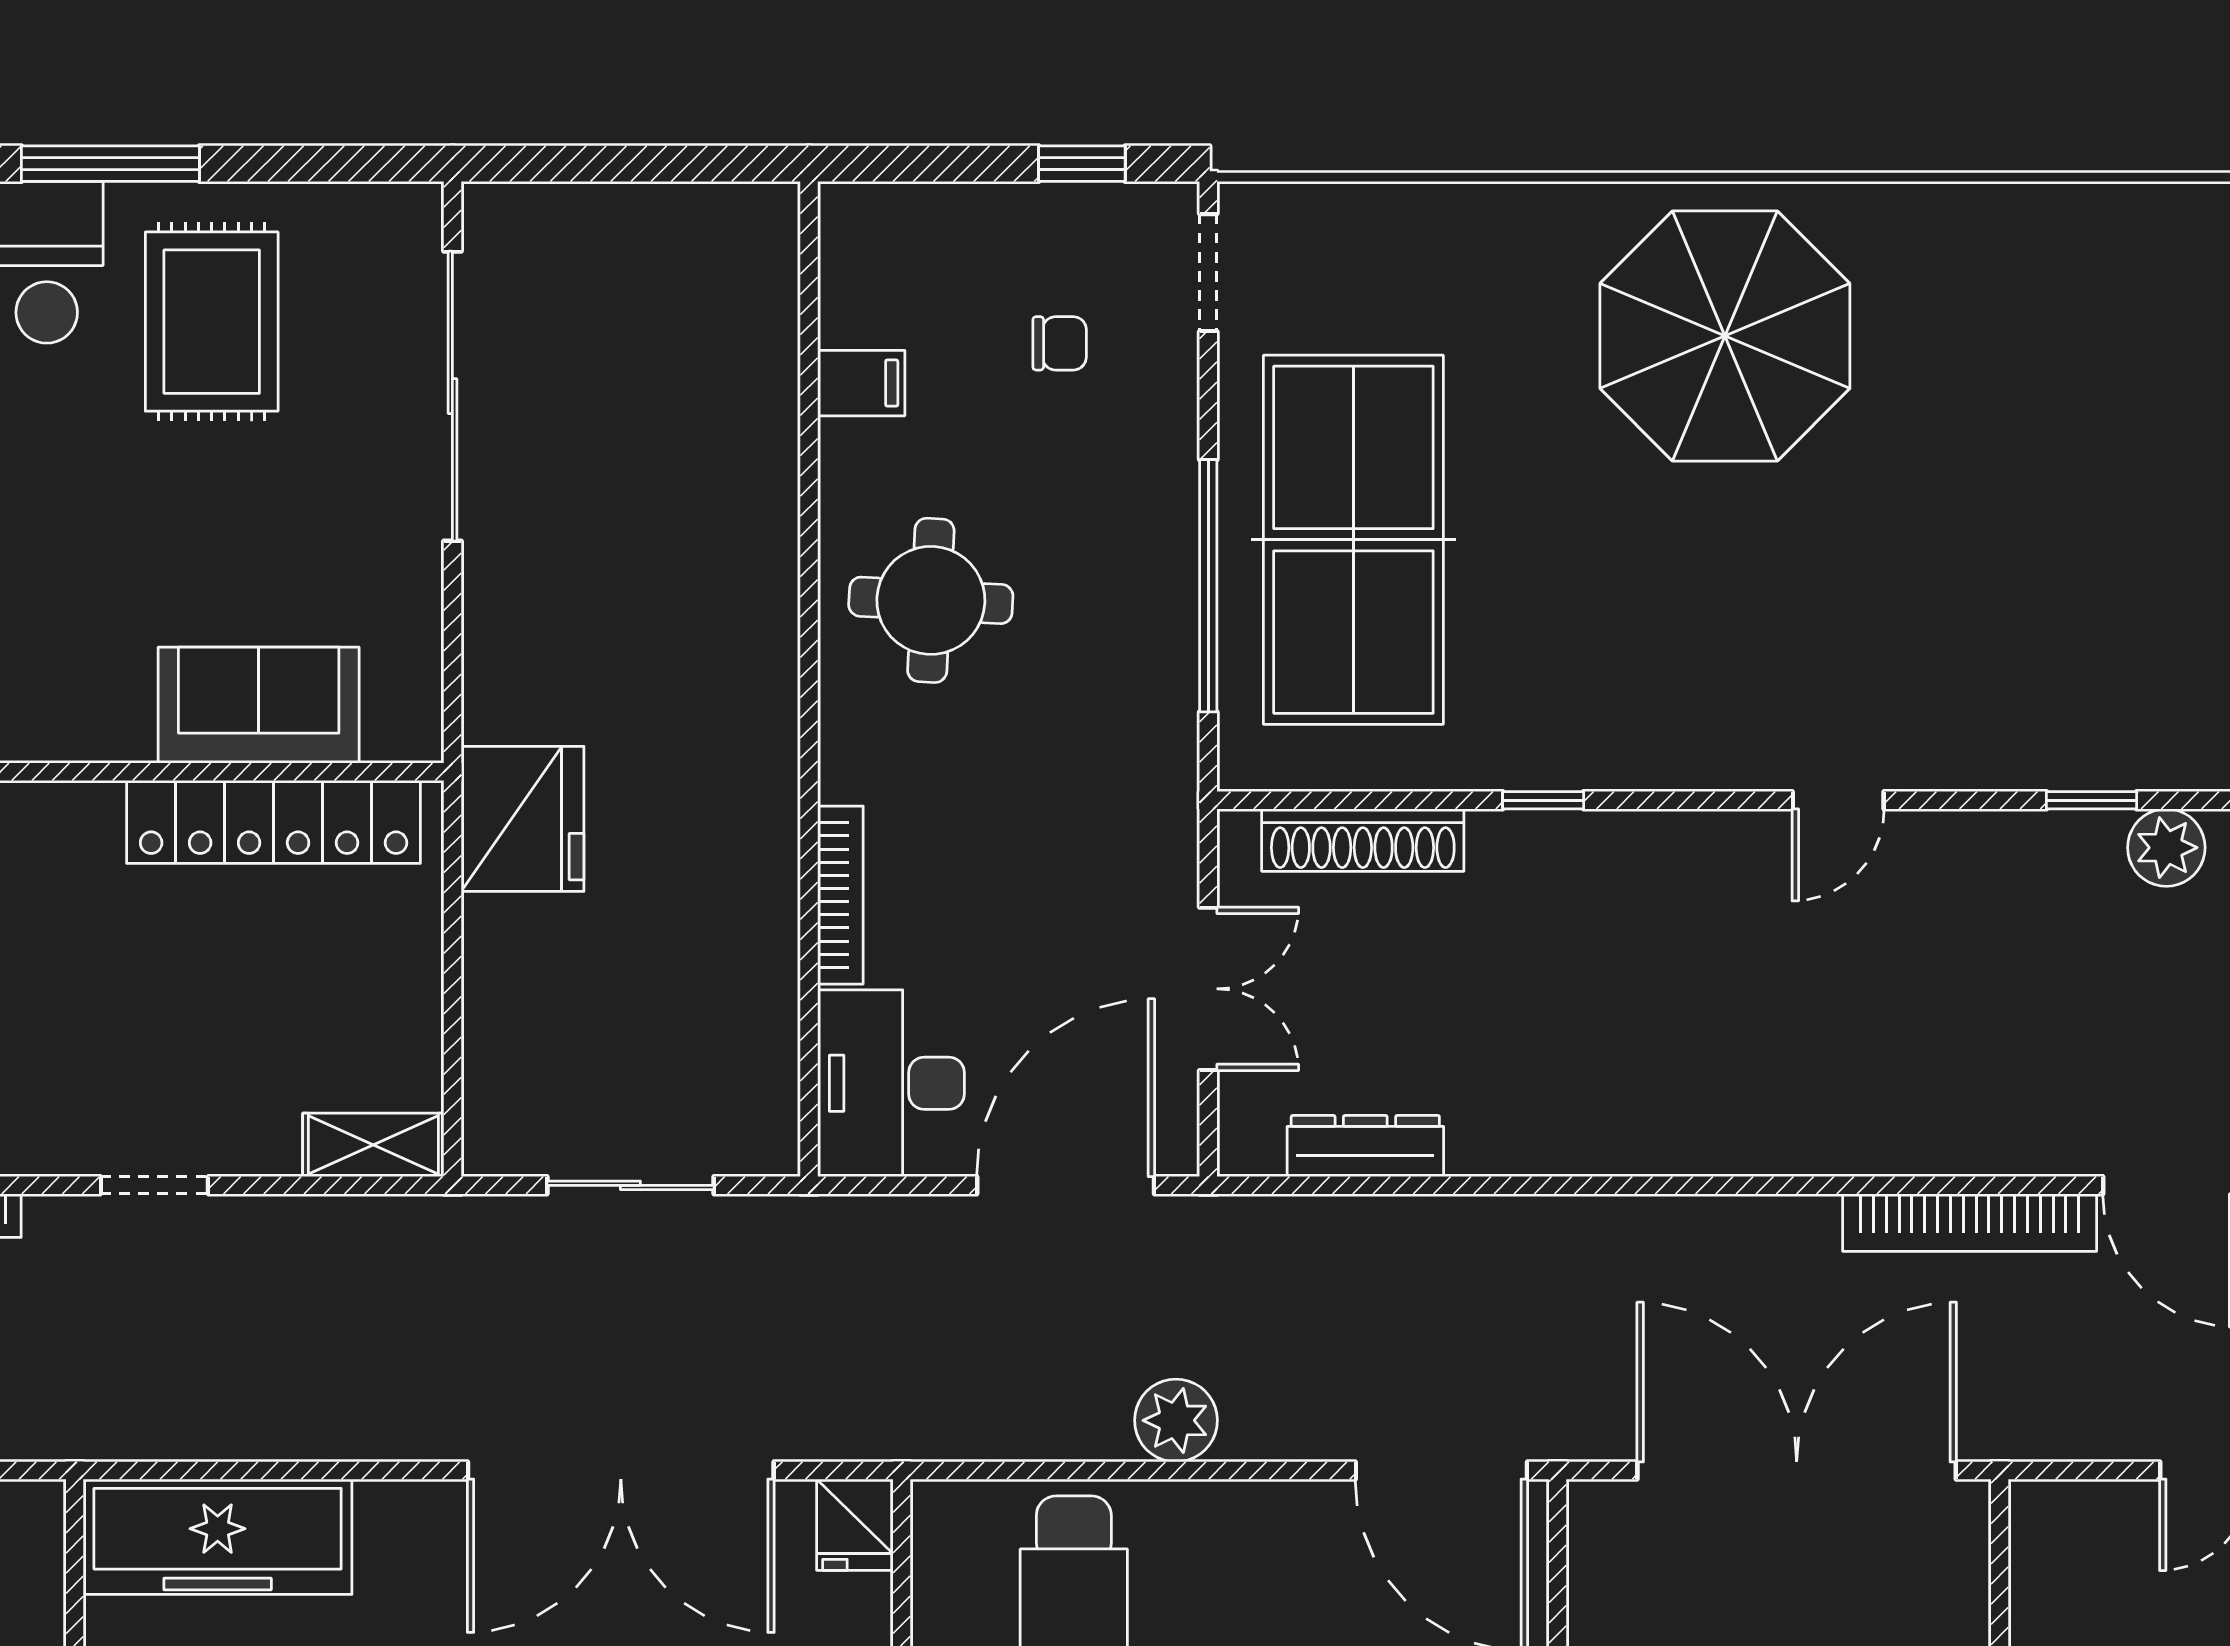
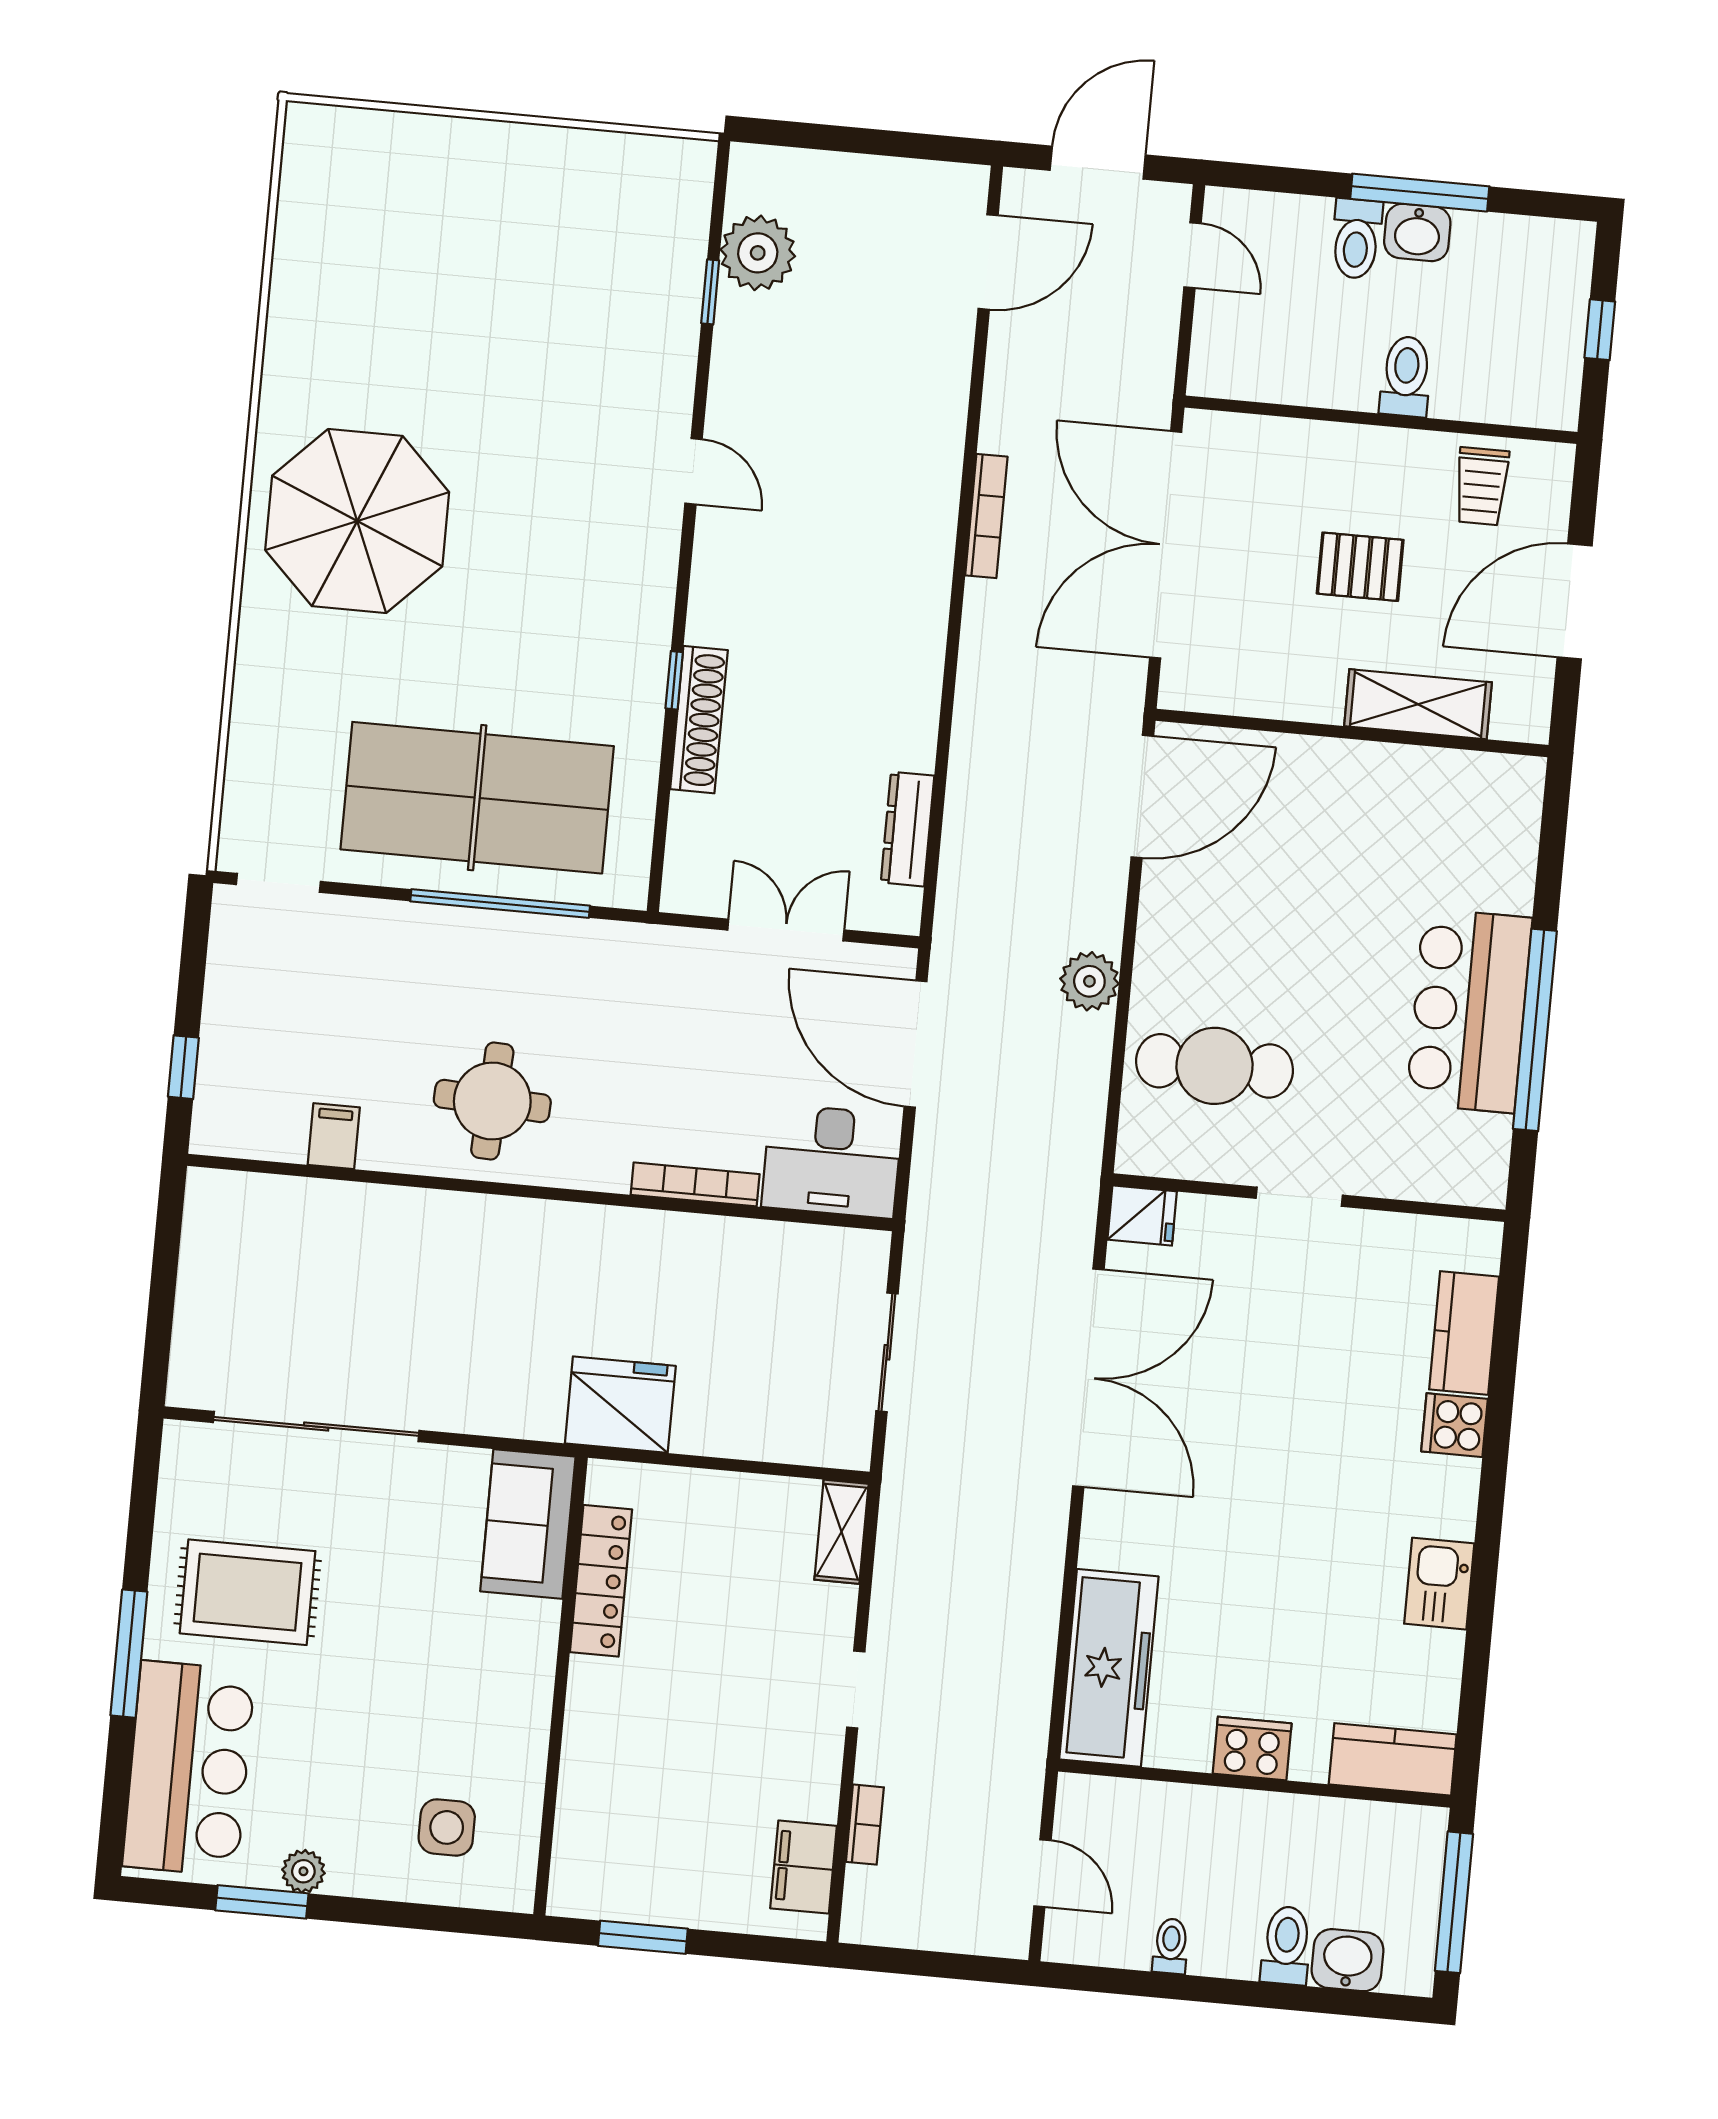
window: (1082, 164) -> (183, 1067), moved
chair: (1060, 343) -> (319, 993), removed
sofa: (259, 705) -> (528, 1524), moved
locker: (274, 822) -> (601, 1581), width x0.71, depth x0.83
shoe rack: (1363, 840) -> (699, 720), moved
plant: (2166, 848) -> (758, 253), width x1.36, depth x1.36
bookcase: (1970, 1223) -> (986, 516), moved, width x0.68, depth x0.76

